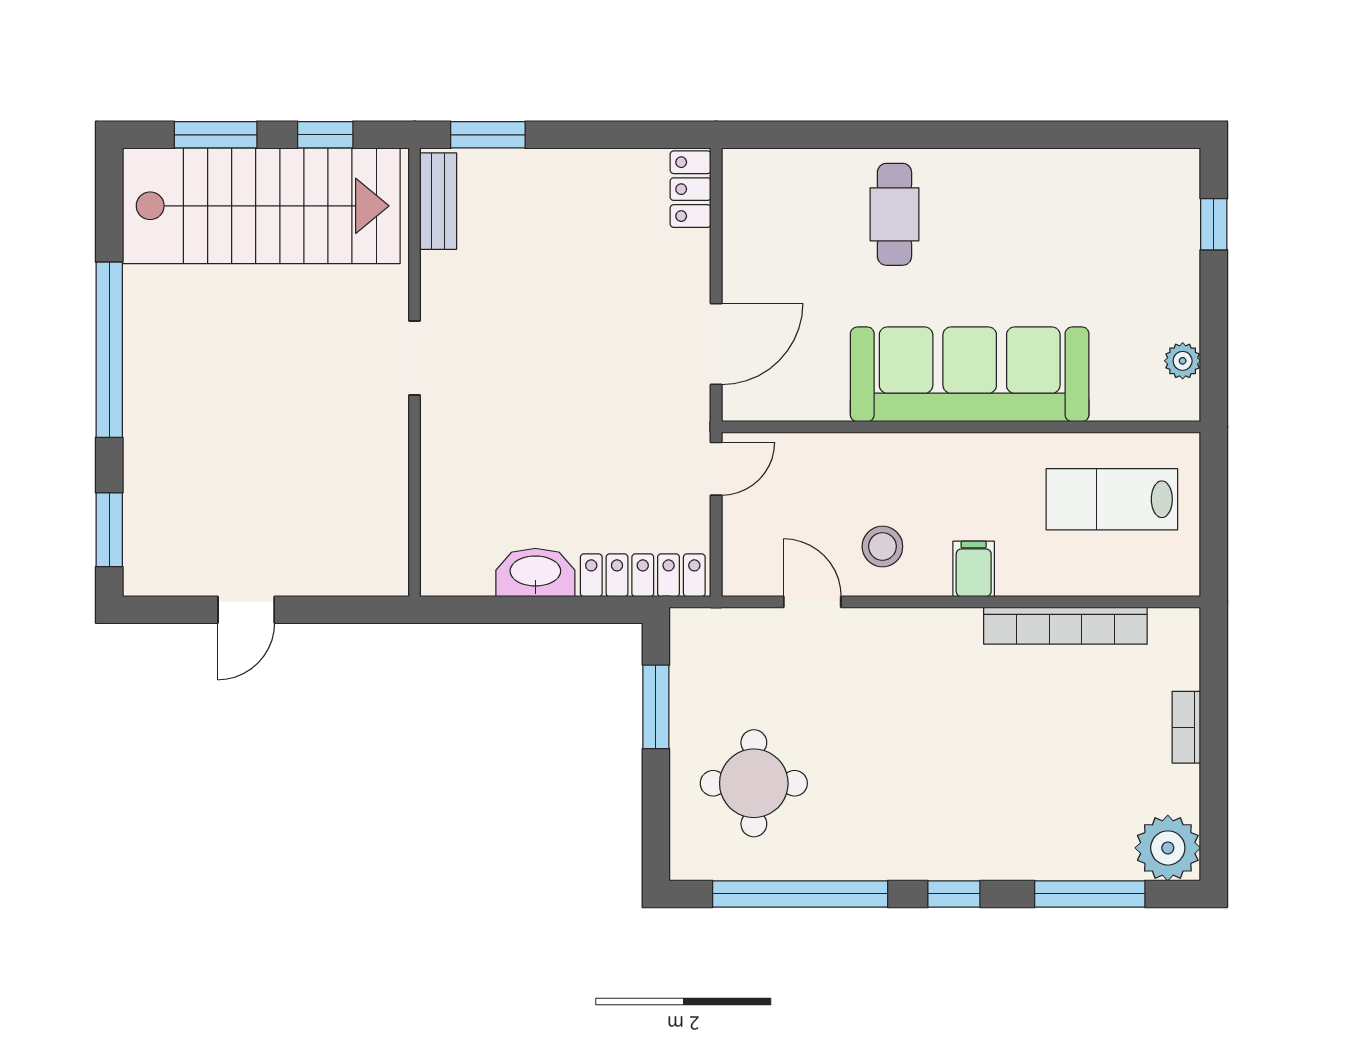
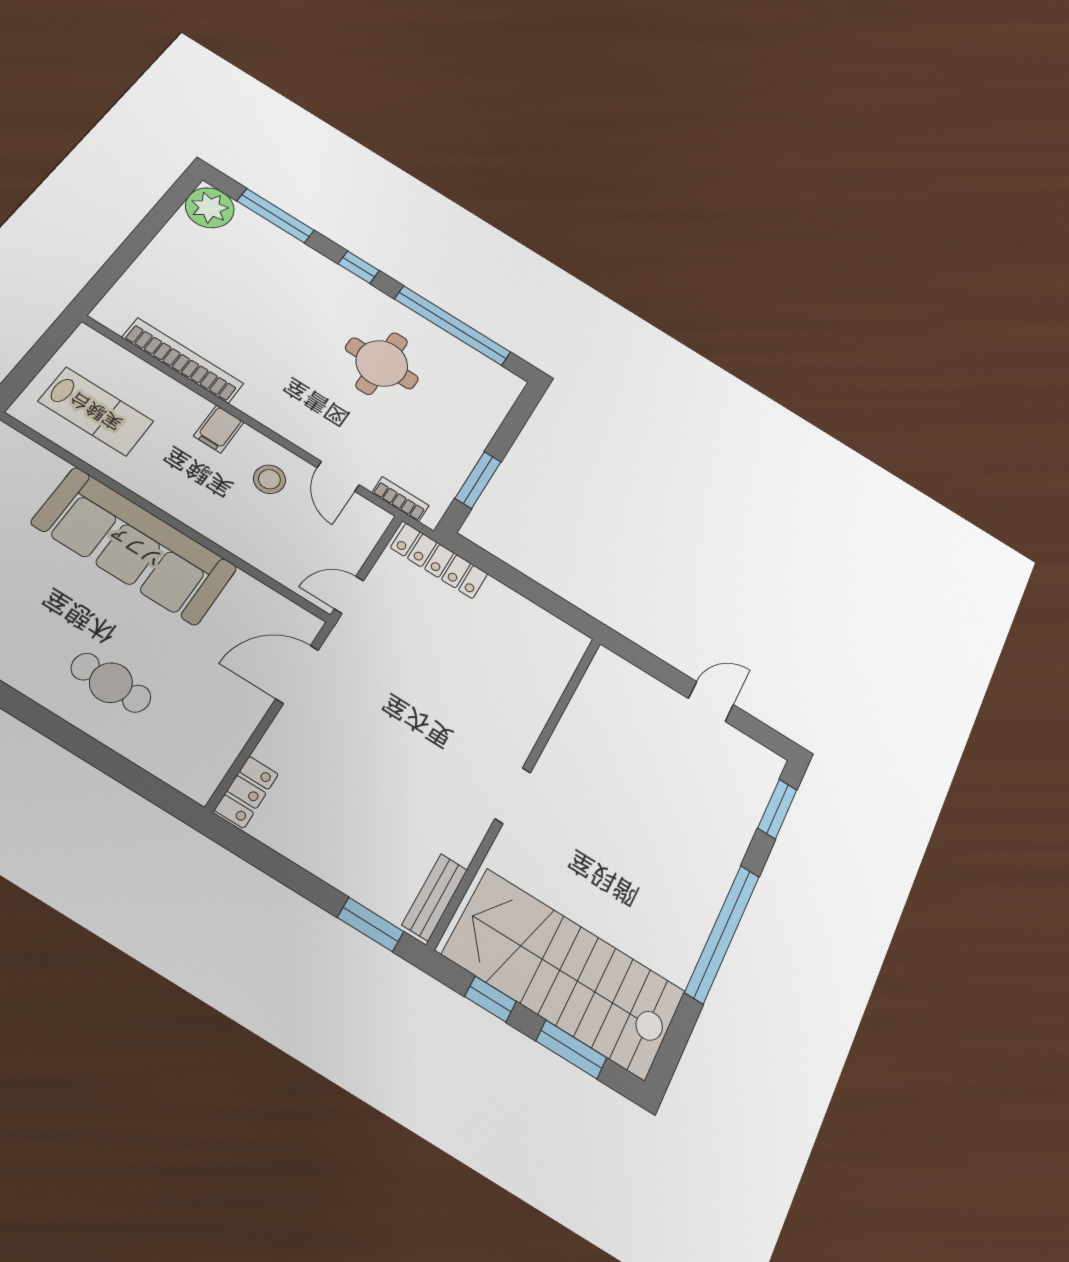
cafe table: (894, 214) -> (111, 683), turned 90
washbasin: (535, 572) -> (509, 606), removed
bookcase: (1186, 727) -> (400, 499), moved, turned -90
round table: (754, 783) -> (382, 363), moved

